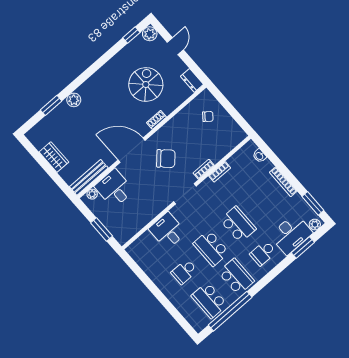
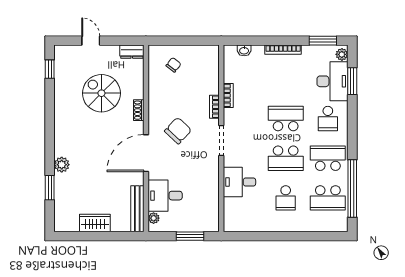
plant: (150, 34) -> (62, 53), removed

